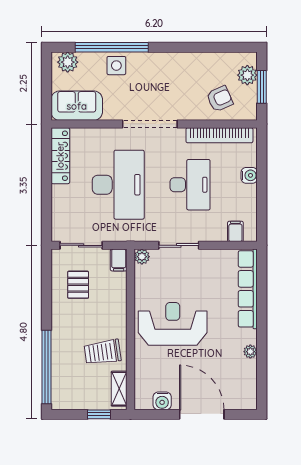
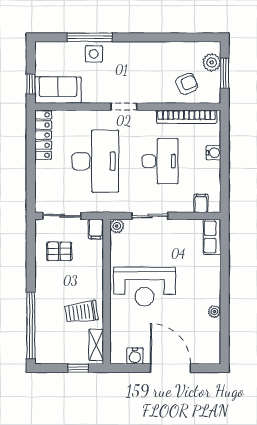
window: (112, 47) -> (90, 37), width x0.68
plant: (68, 62) -> (50, 51), removed
window: (46, 99) -> (31, 84), added
doorway: (150, 124) -> (124, 107), width x0.53
pallet: (78, 285) -> (59, 251), turned 90
row of seats: (248, 289) -> (212, 237), width x0.50
reception desk: (173, 324) -> (144, 287), turned 180

